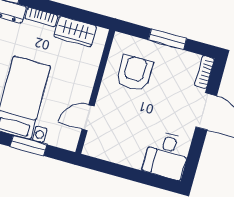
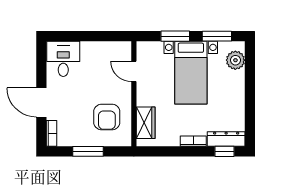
wardrobe: (75, 32) -> (146, 123), moved, turned 90
door: (88, 118) -> (134, 71), swing flipped

